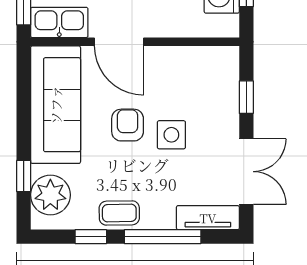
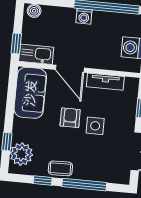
sofa: (56, 105) -> (30, 93), width x0.73
tv unit: (208, 218) -> (105, 82), moved, turned 180

